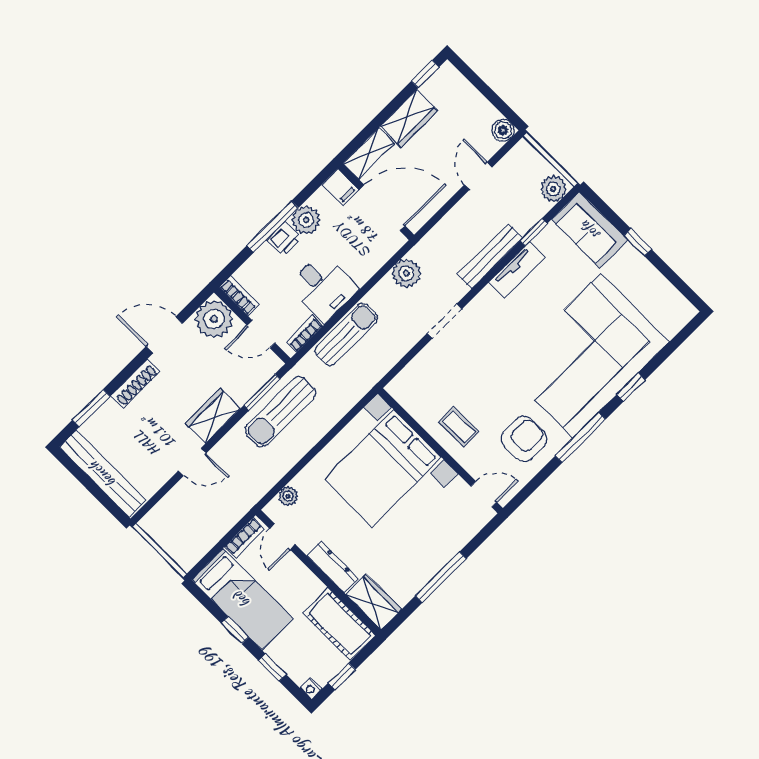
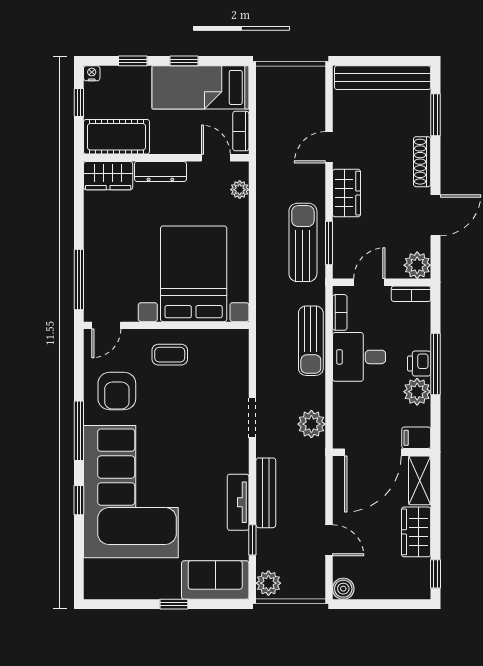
plant: (214, 319) -> (417, 265), width x0.73, depth x0.73
window: (441, 577) -> (79, 279), moved

